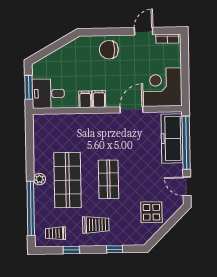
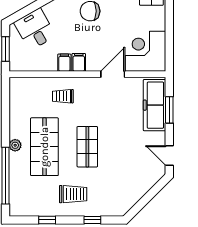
desk: (48, 94) -> (35, 29), moved, turned 60
window: (186, 143) -> (169, 110), width x0.47
display table: (151, 212) -> (132, 182), removed
trolley: (55, 233) -> (63, 96), moved

